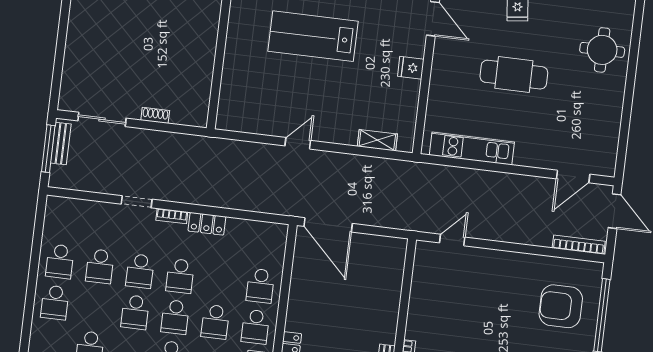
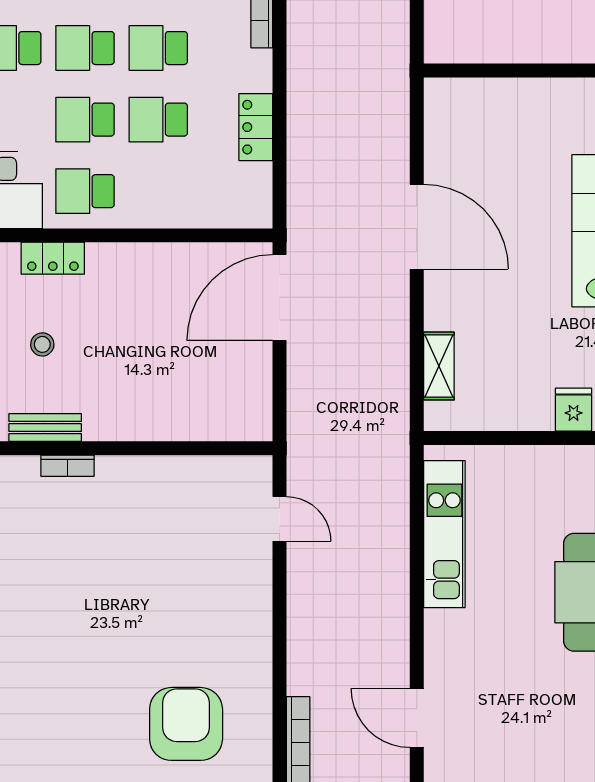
door: (298, 143) -> (417, 227), width x1.87
locker: (207, 224) -> (256, 127), moved
school desk: (260, 286) -> (158, 120), moved

